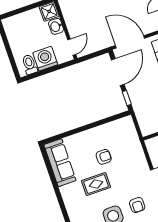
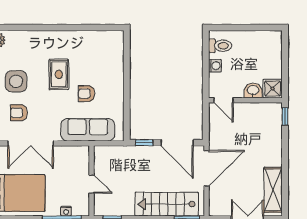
washing machine: (45, 59) -> (215, 66), width x0.53, depth x0.53
armchair: (104, 157) -> (87, 94), turned 90
sofa: (60, 163) -> (88, 130), moved, turned 180

